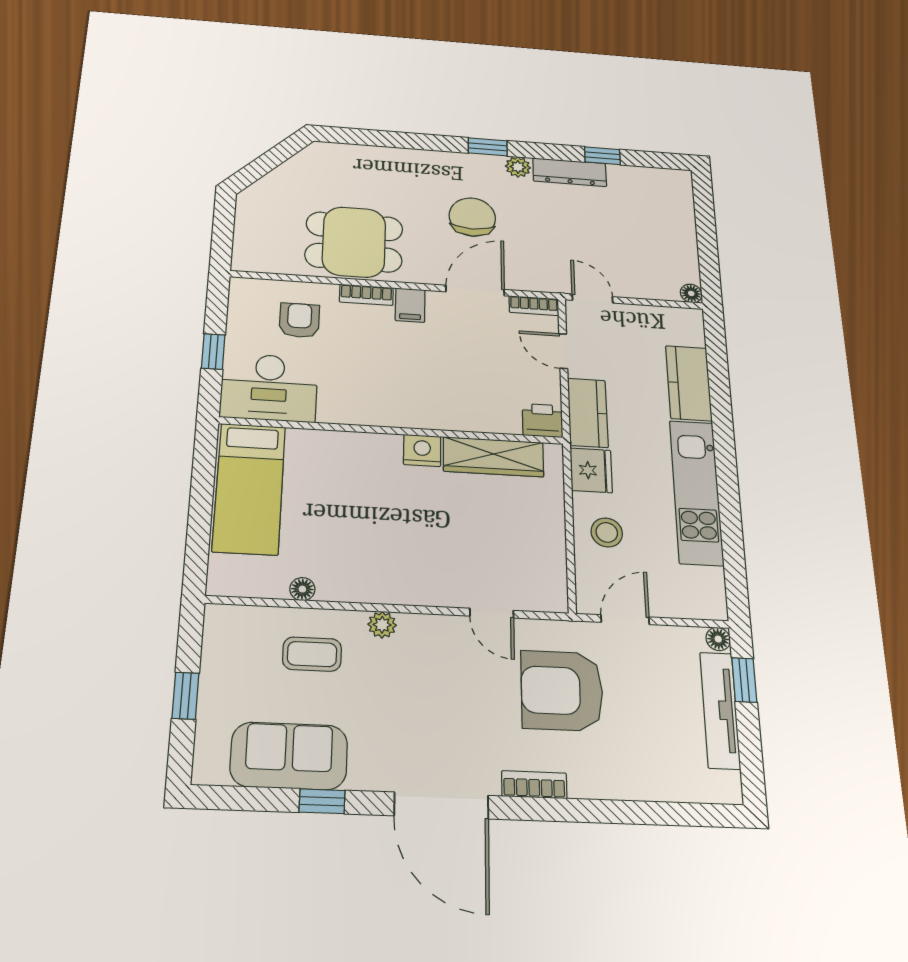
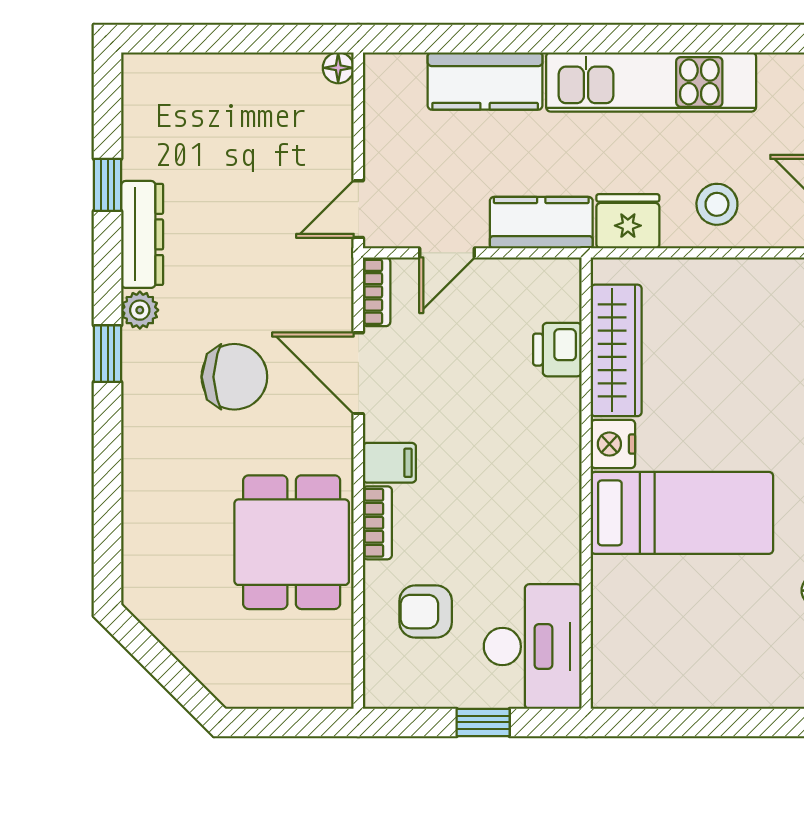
chair: (472, 217) -> (234, 377), turned 180
printer: (542, 421) -> (557, 350), moved
bed: (249, 488) -> (682, 513), moved

